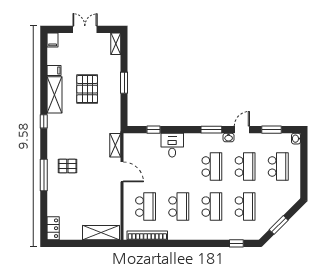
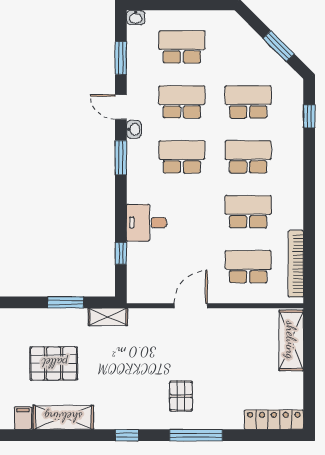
window: (124, 83) -> (66, 302), moved
window: (44, 121) -> (127, 435), moved
shelving: (115, 145) -> (108, 317), moved
locker: (53, 228) -> (274, 420), width x1.53

